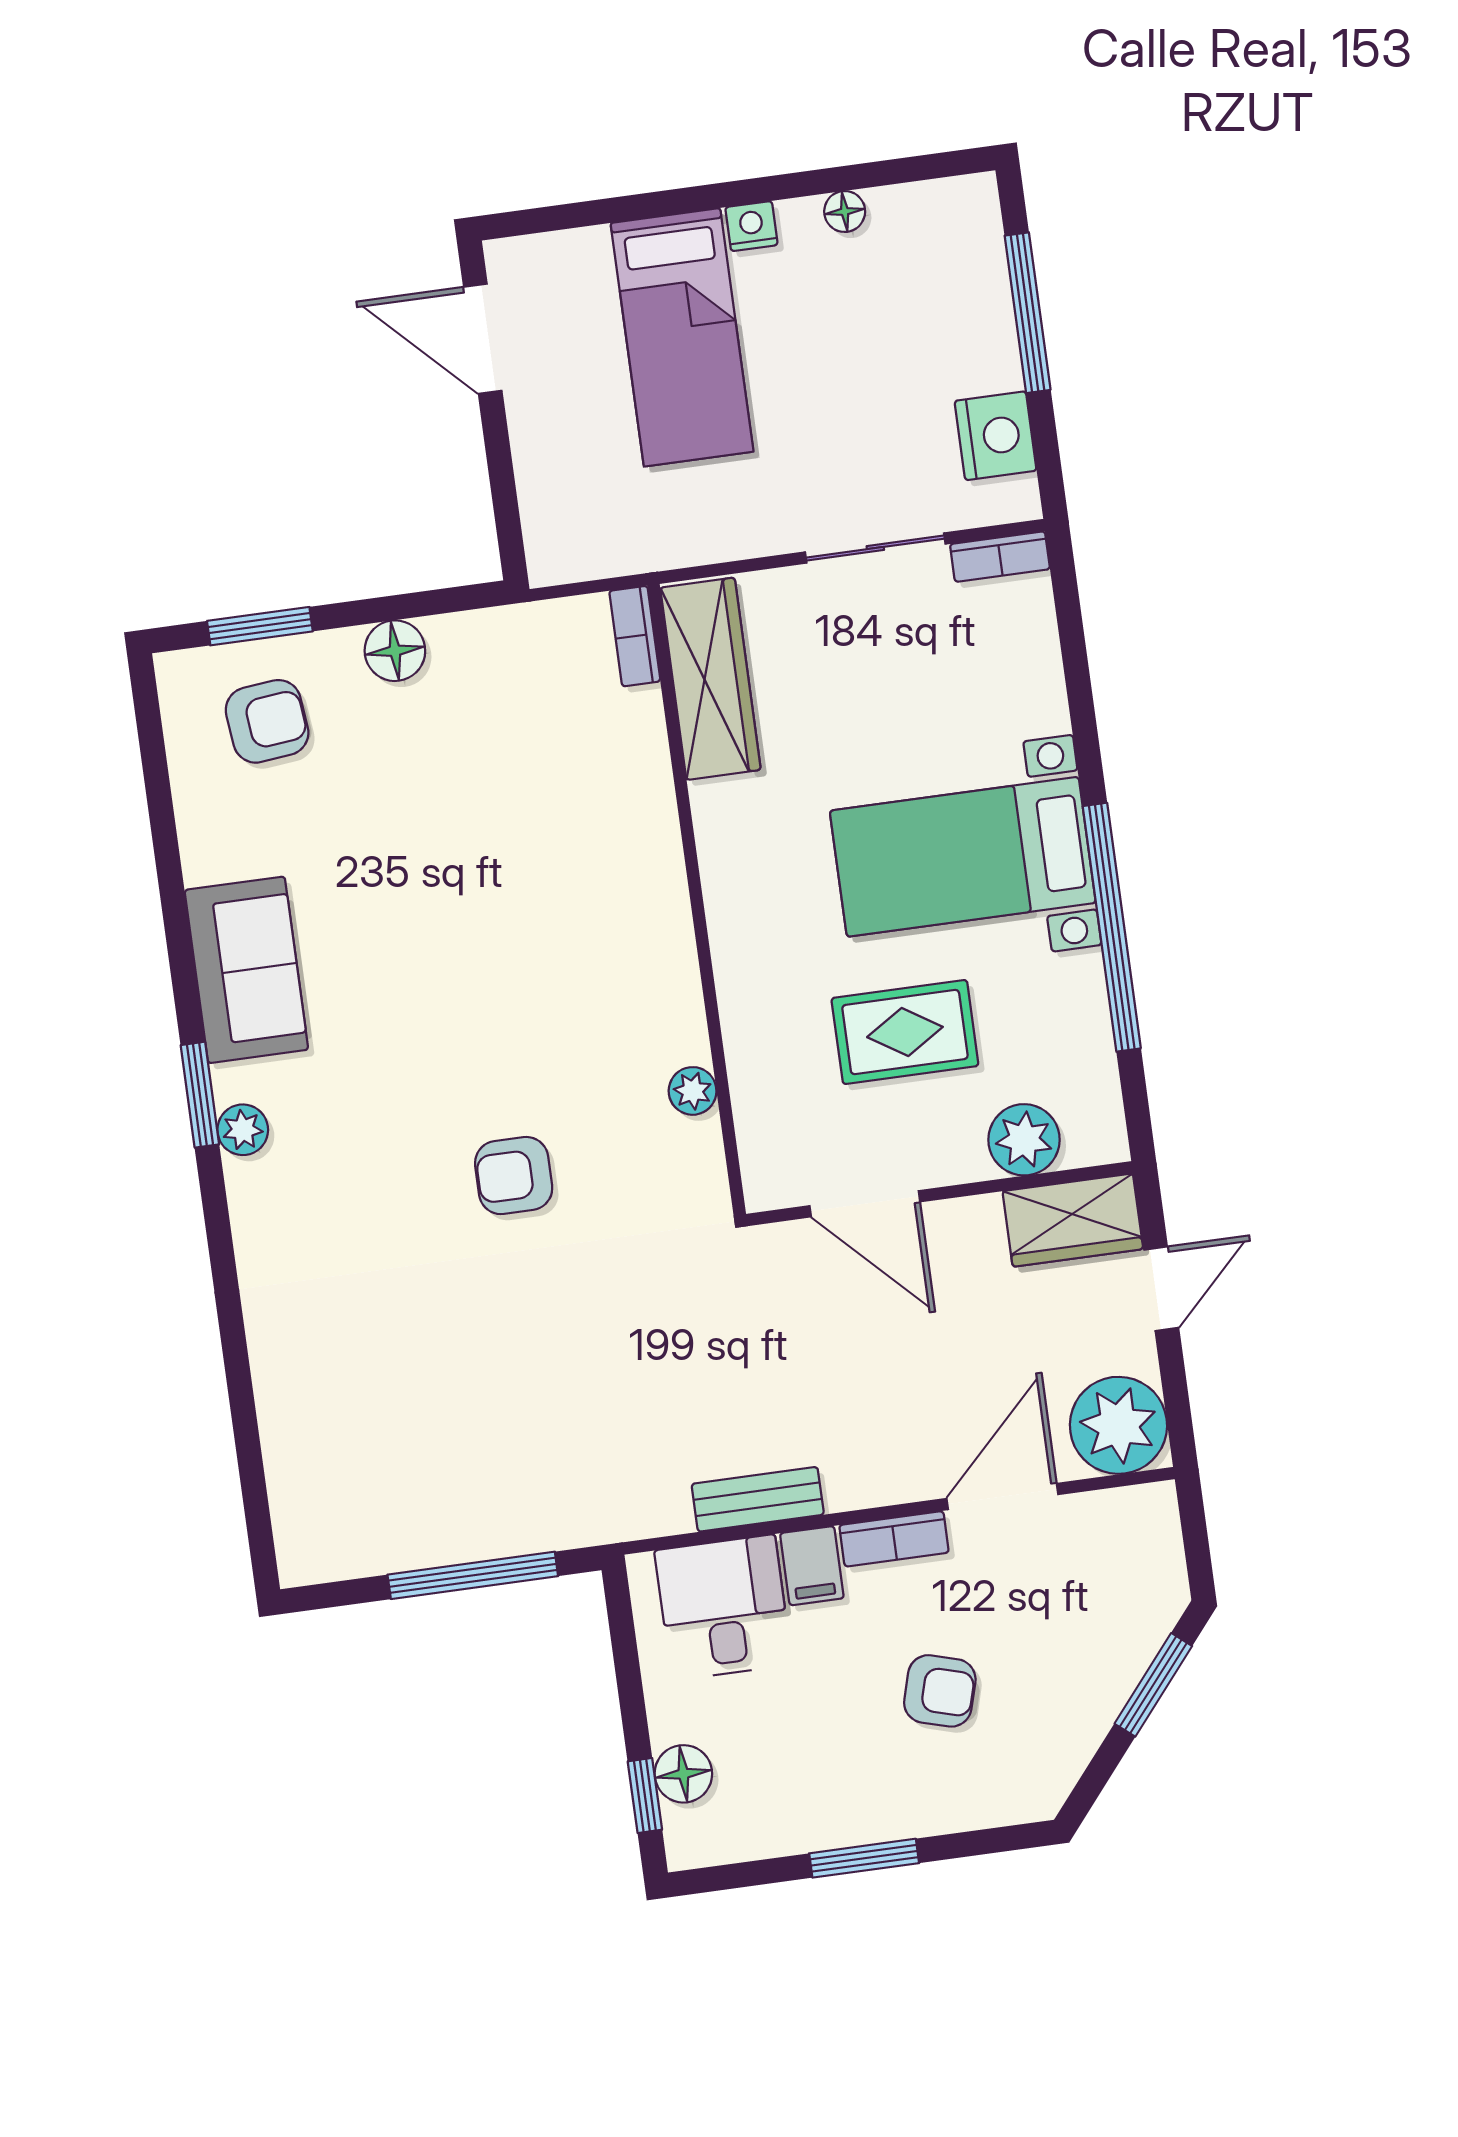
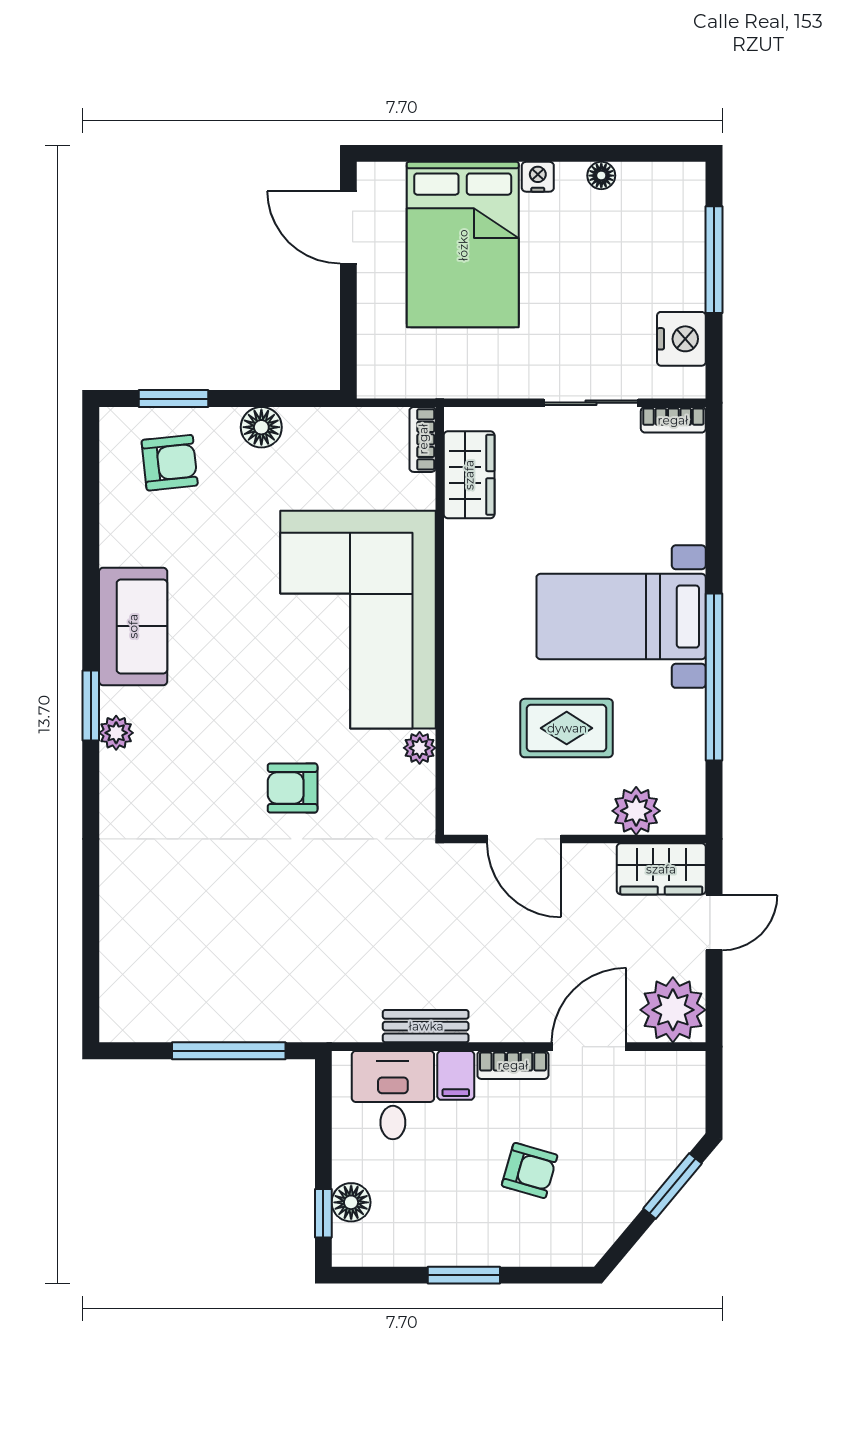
bed: (682, 337) -> (463, 245), width x1.50
wardrobe: (711, 679) -> (469, 475), width x0.67
corner sofa: (576, 914) -> (358, 620), added

